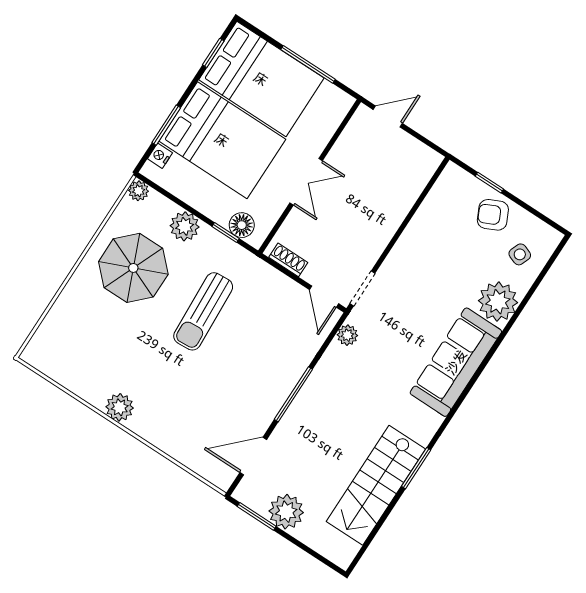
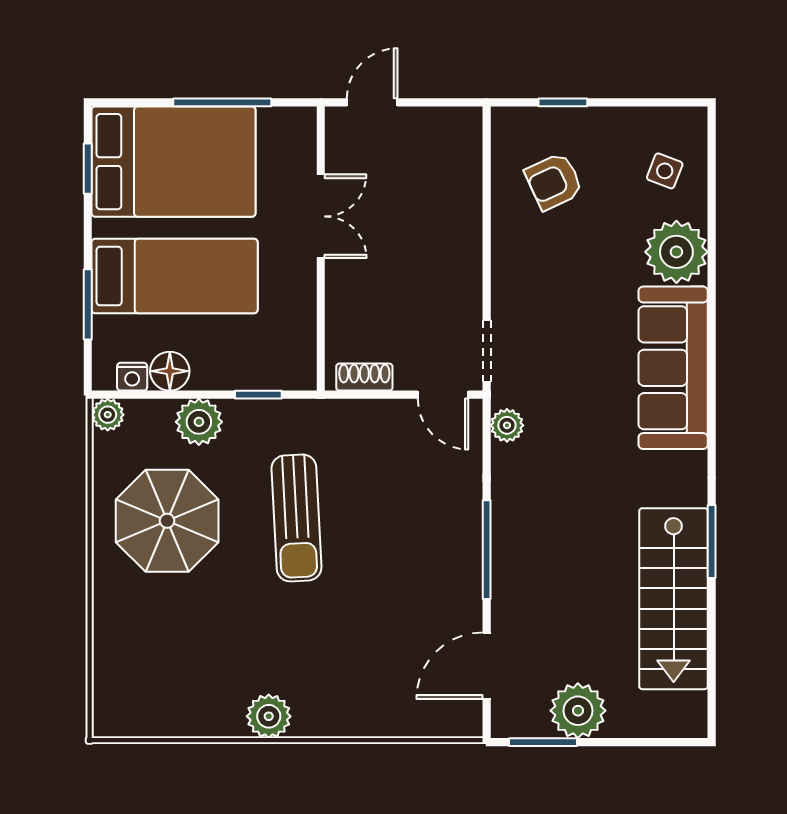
bed: (222, 140) -> (175, 276), width x0.67
nightstand: (160, 156) -> (132, 377), moved, turned -90
double door: (306, 182) -> (321, 216), moved
armchair: (493, 215) -> (554, 181), moved
floor lamp: (242, 225) -> (170, 371), moved

